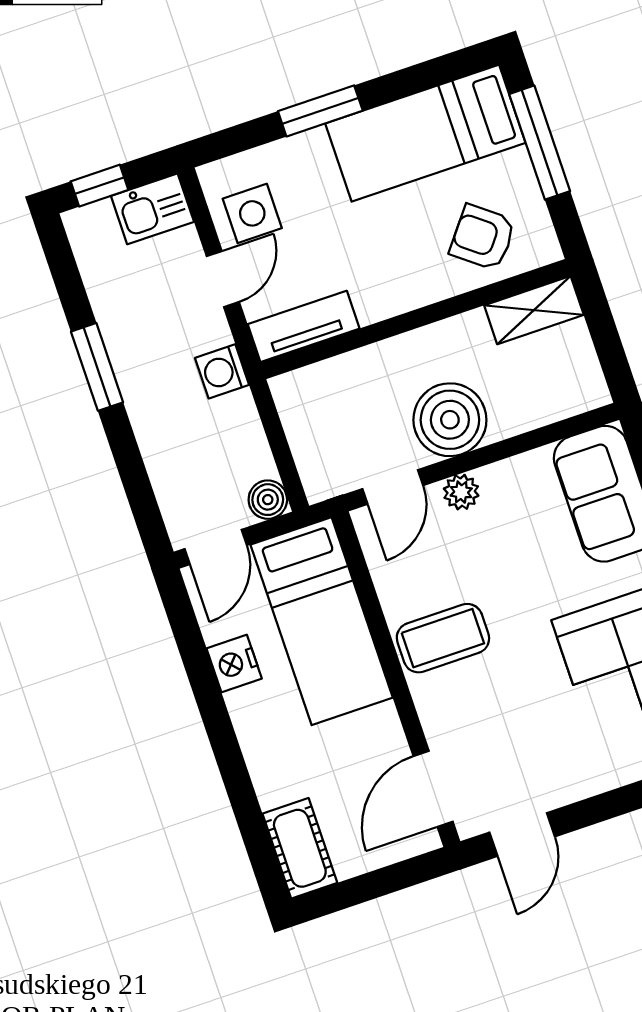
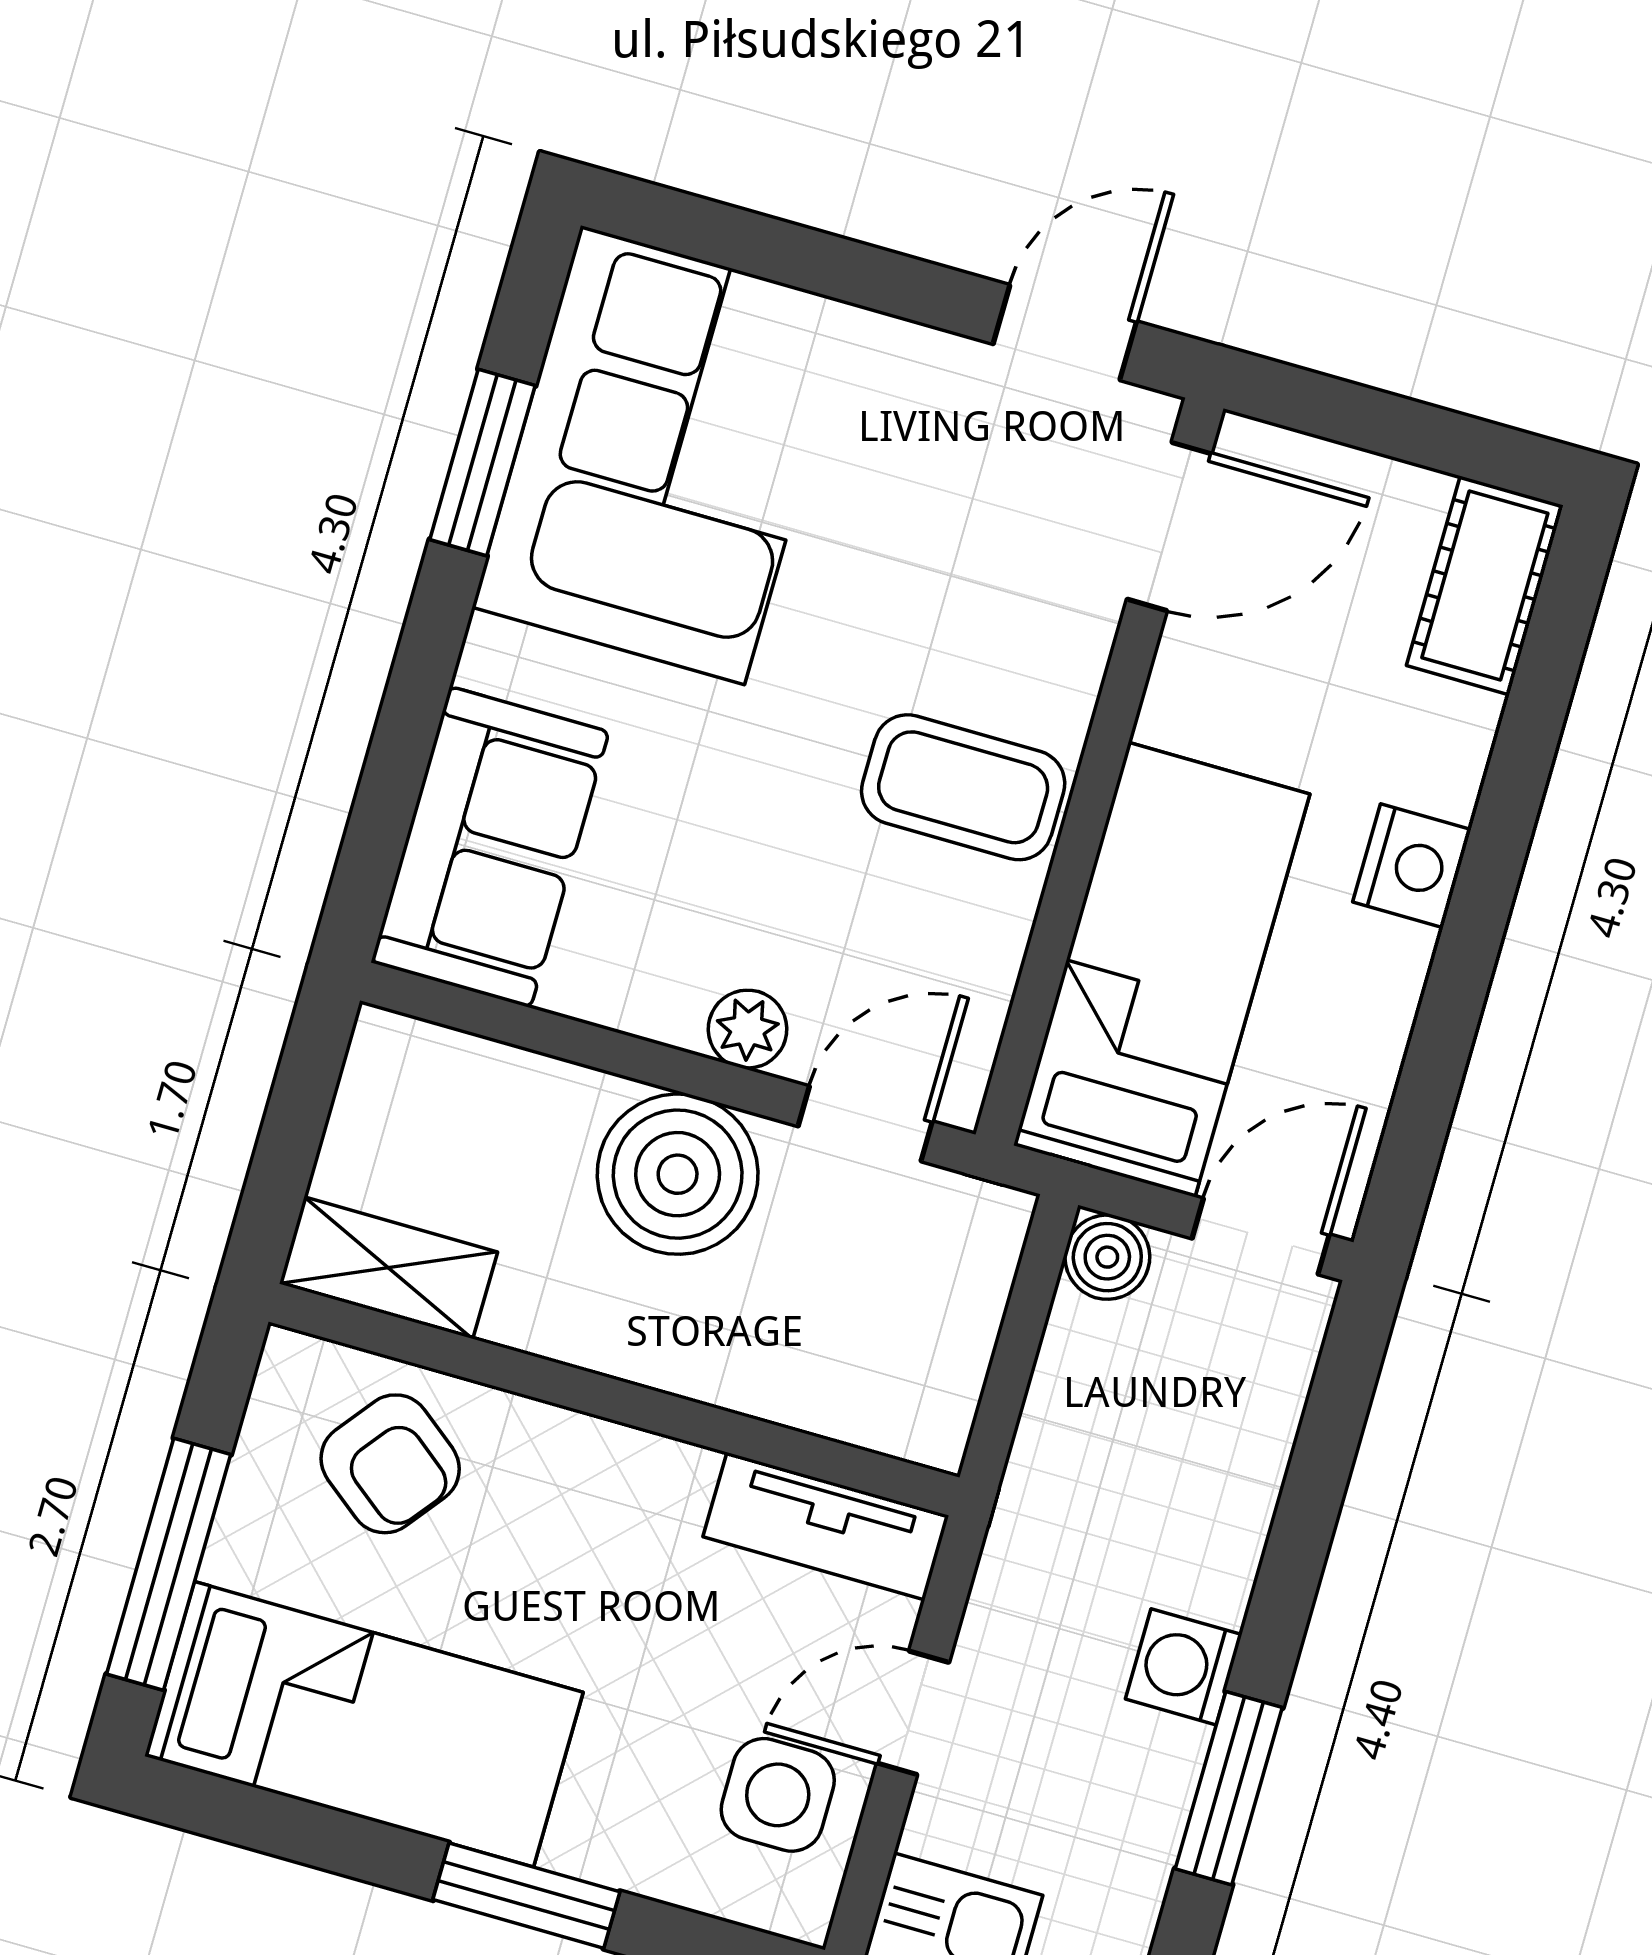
window: (97, 367) -> (1229, 1788), moved
washing machine: (222, 371) -> (1184, 1667), moved, turned 180
nightstand: (234, 664) -> (1412, 866), moved

